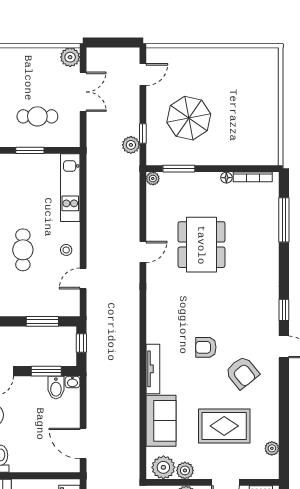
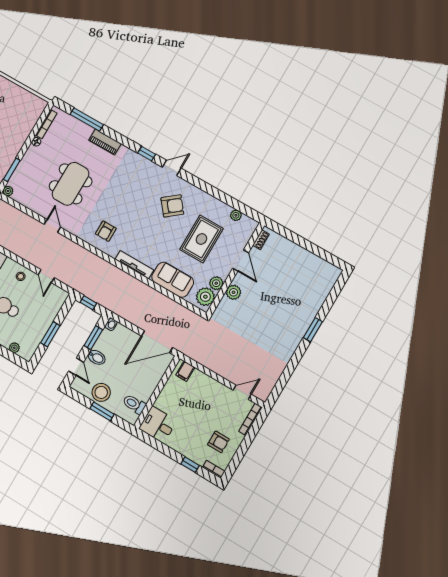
dining table: (201, 245) -> (71, 184), turned 90
piano: (270, 255) -> (105, 142), added
window: (42, 321) -> (50, 334), moved
armchair: (206, 347) -> (106, 231), moved
bidet: (56, 388) -> (97, 357), moved
door: (83, 444) -> (157, 342), width x1.36

